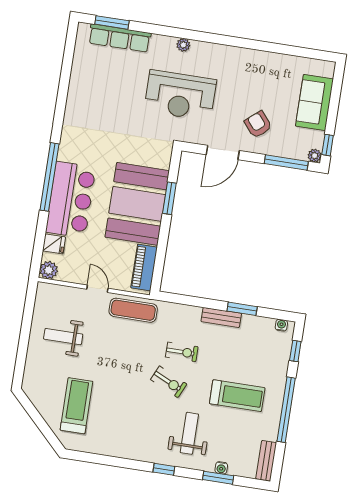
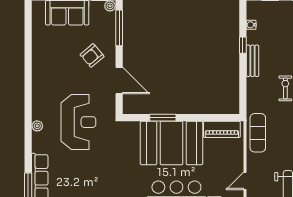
door: (97, 289) -> (245, 181), moved
window: (242, 309) -> (243, 45), width x0.67
water cooler: (281, 325) -> (251, 25), moved

